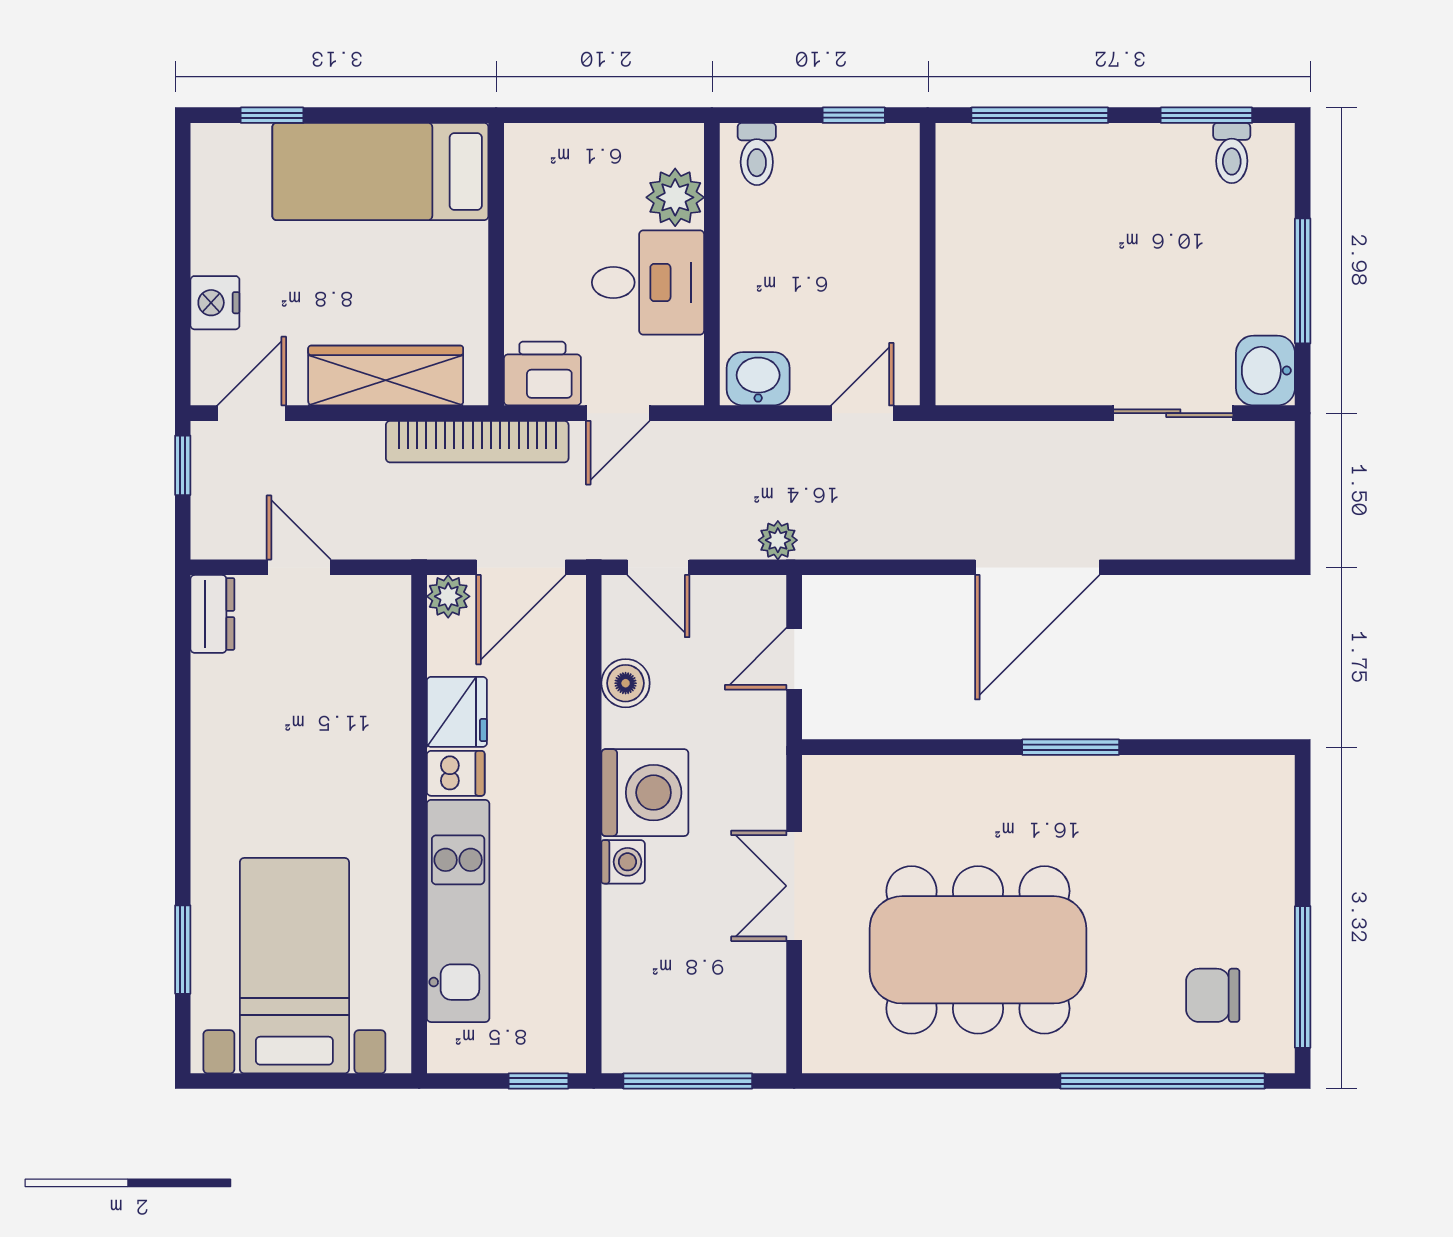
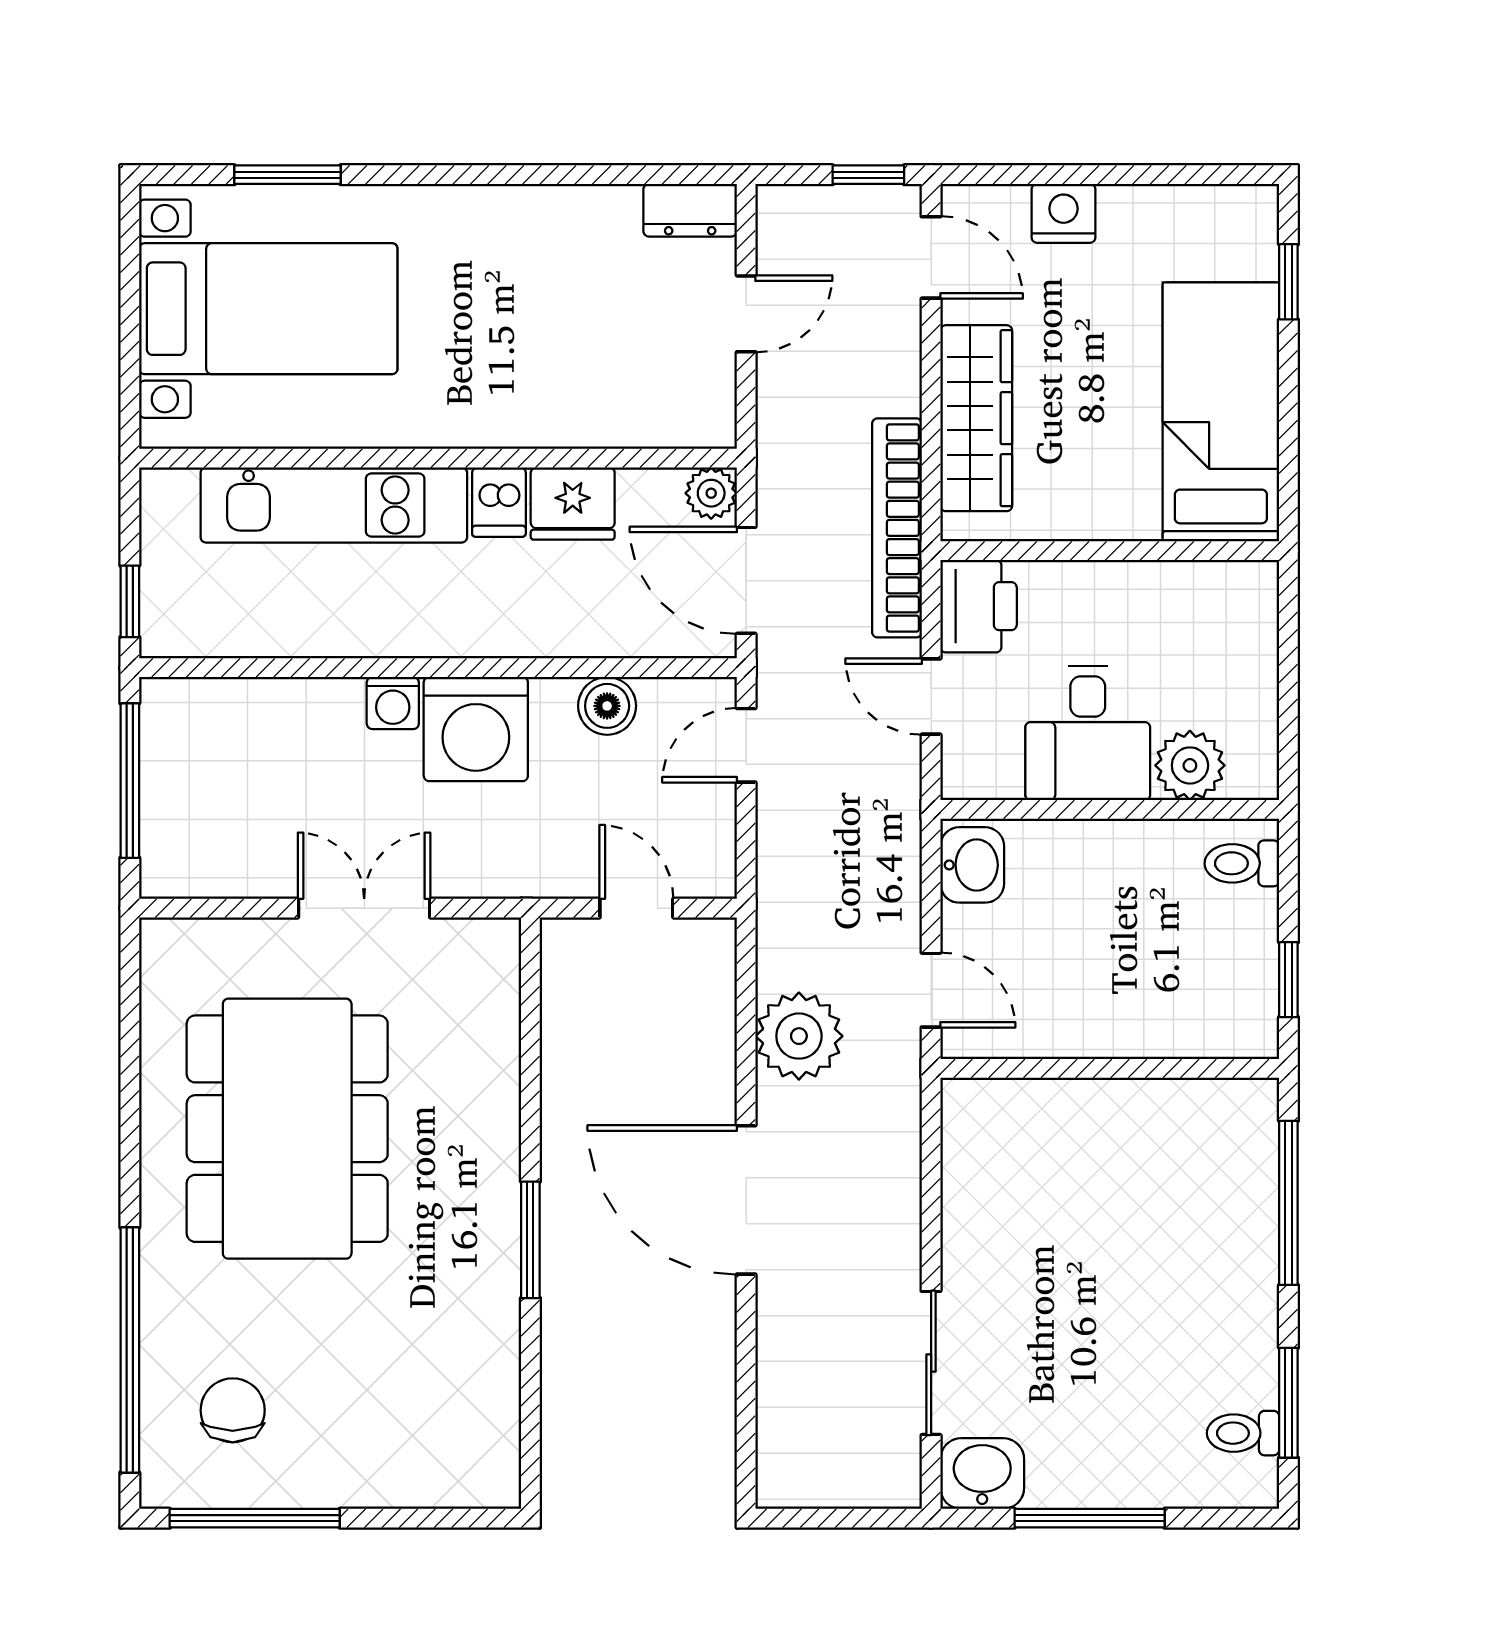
plant: (778, 540) -> (799, 1036), moved, width x1.88, depth x1.88

